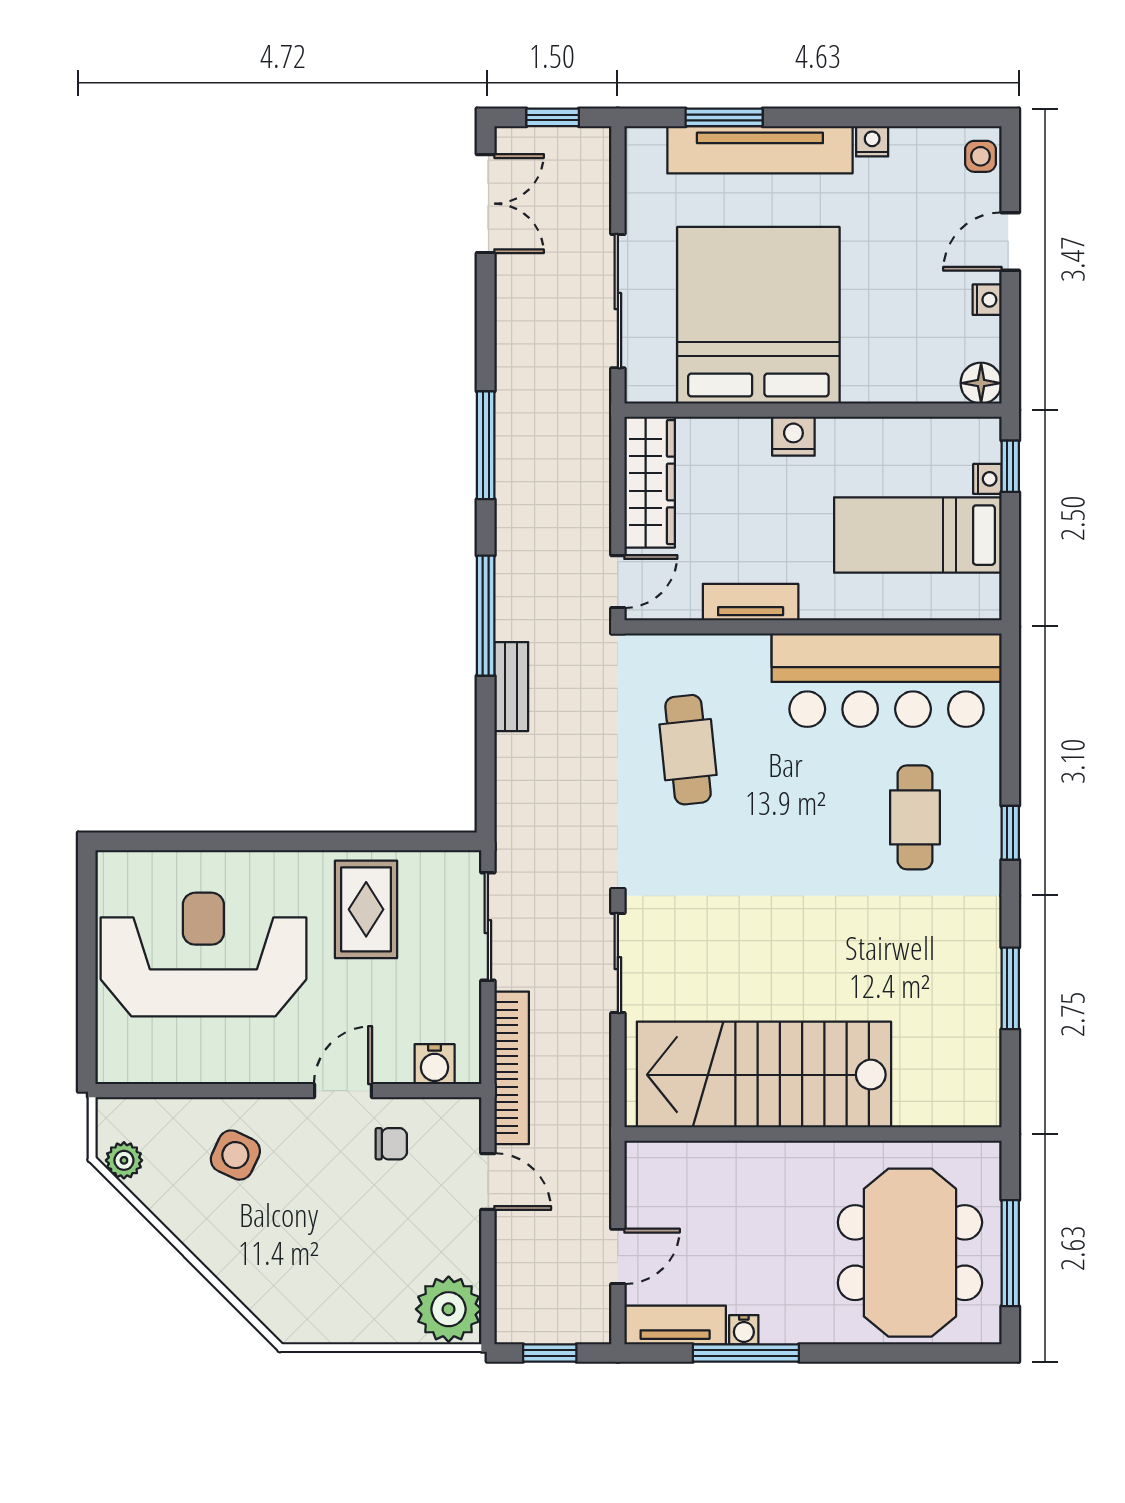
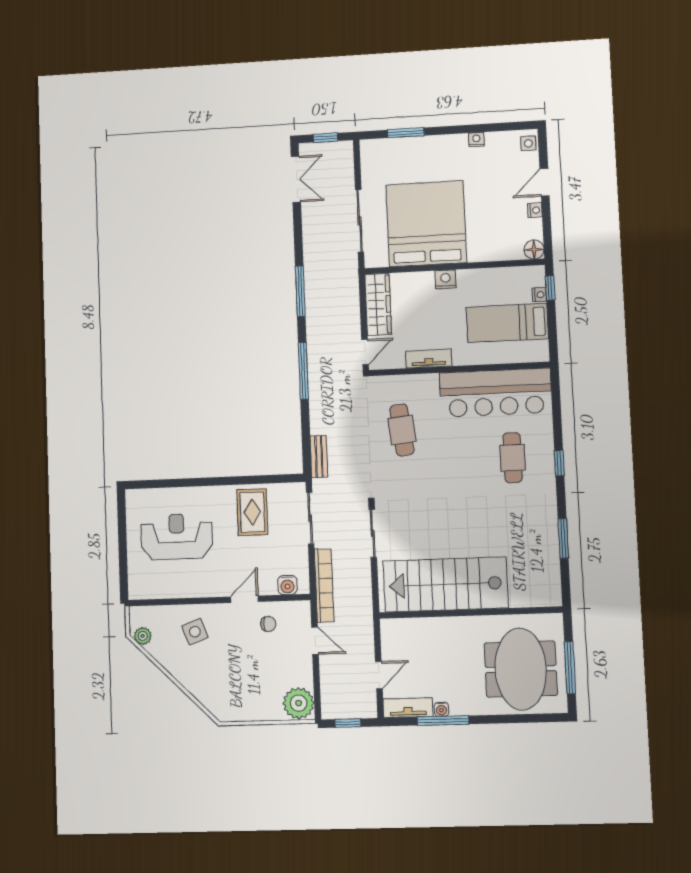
tv unit: (760, 150) -> (423, 147), removed
bench: (511, 687) -> (319, 457), moved
reception desk: (203, 955) -> (177, 537), width x0.74, depth x0.77
side table: (235, 1155) -> (195, 632), turned 45

